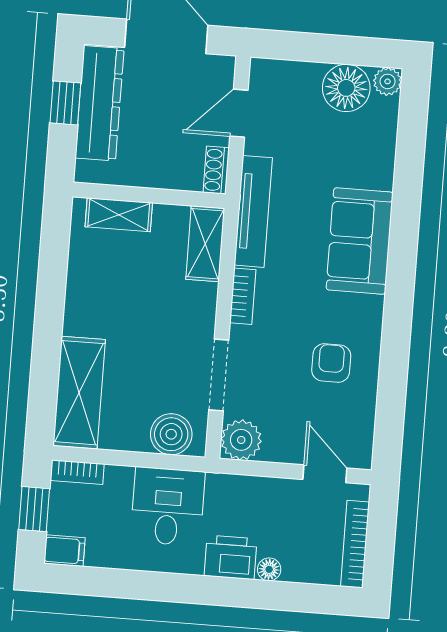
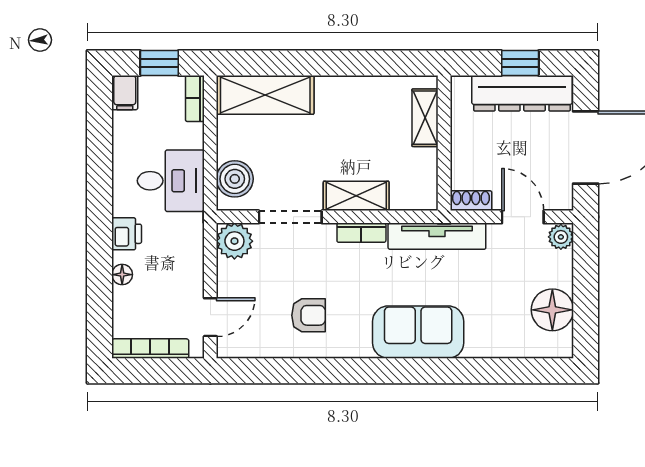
plant: (388, 81) -> (561, 237), moved
shelving: (205, 244) -> (356, 196), moved
printer: (231, 557) -> (127, 234), width x0.73, depth x0.81

